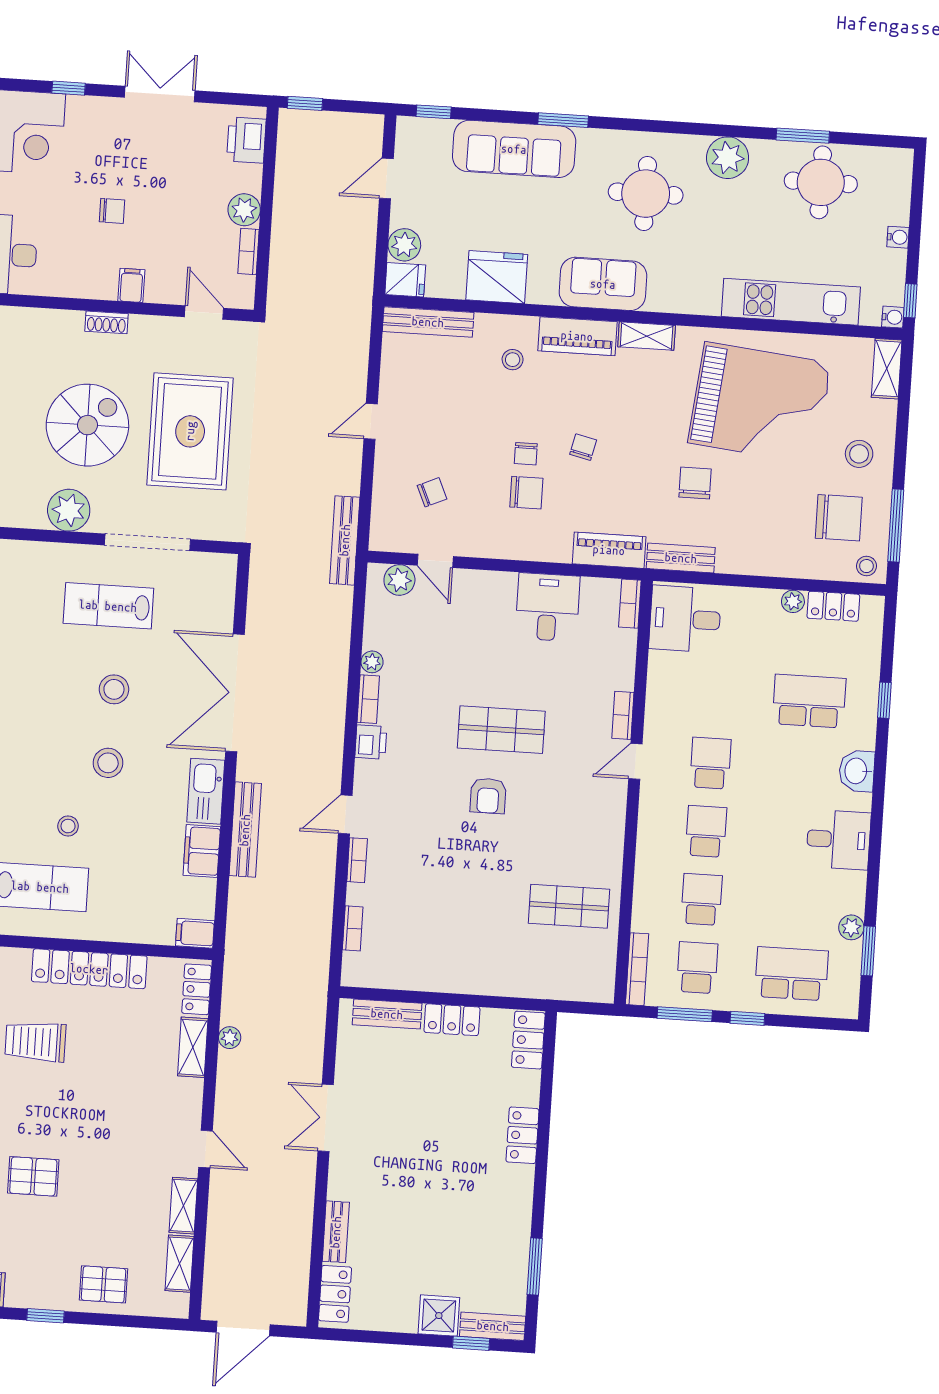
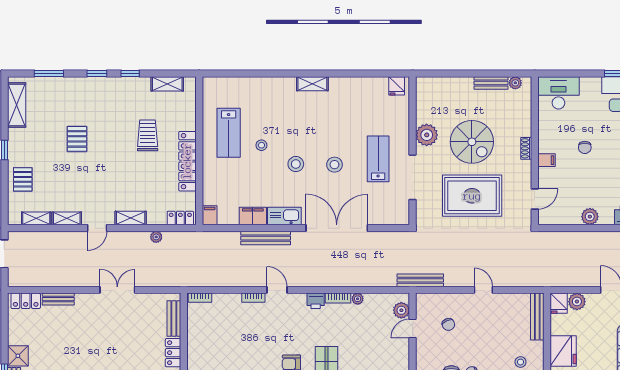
bookcase: (248, 251) -> (568, 220), removed
bookcase: (353, 928) -> (200, 298), moved
shelving: (193, 1047) -> (131, 218), moved

